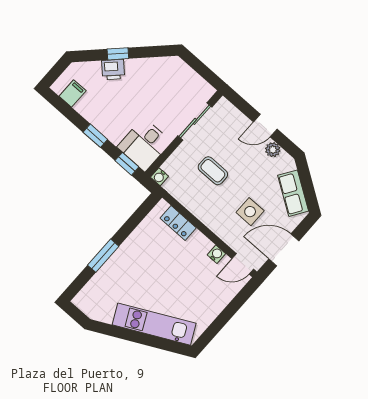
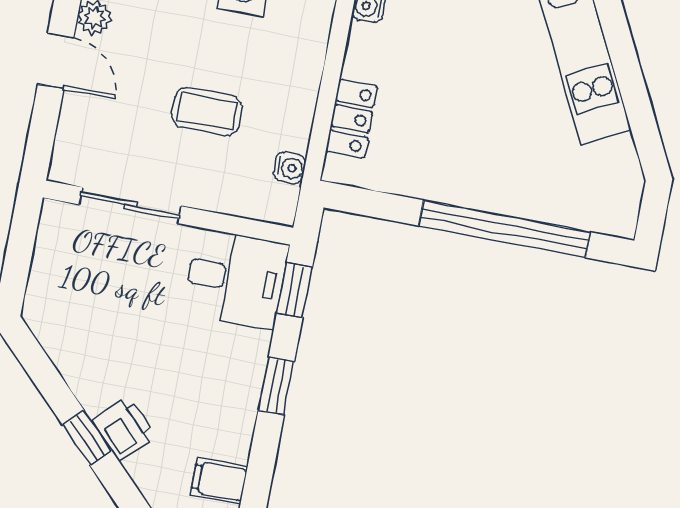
coffee table: (213, 171) -> (207, 111), turned 90
water cooler: (160, 177) -> (290, 168), moved
window: (103, 256) -> (505, 229), width x2.11

